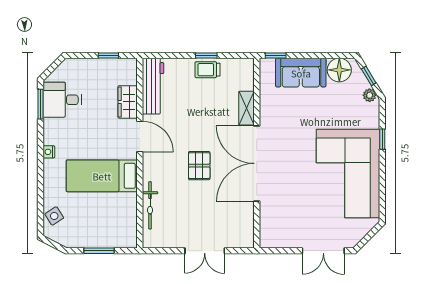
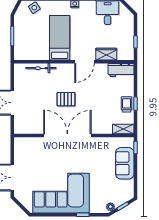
floor lamp: (339, 70) -> (126, 188), removed
workbench: (153, 86) -> (121, 70), width x0.73
shelving: (246, 108) -> (123, 129), moved

